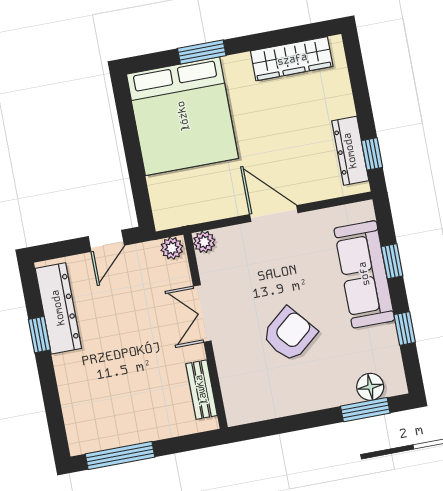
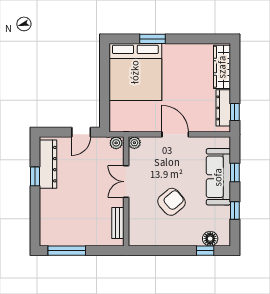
wardrobe: (292, 59) -> (222, 67), moved, turned 90
window: (365, 410) -> (205, 251), width x0.67

